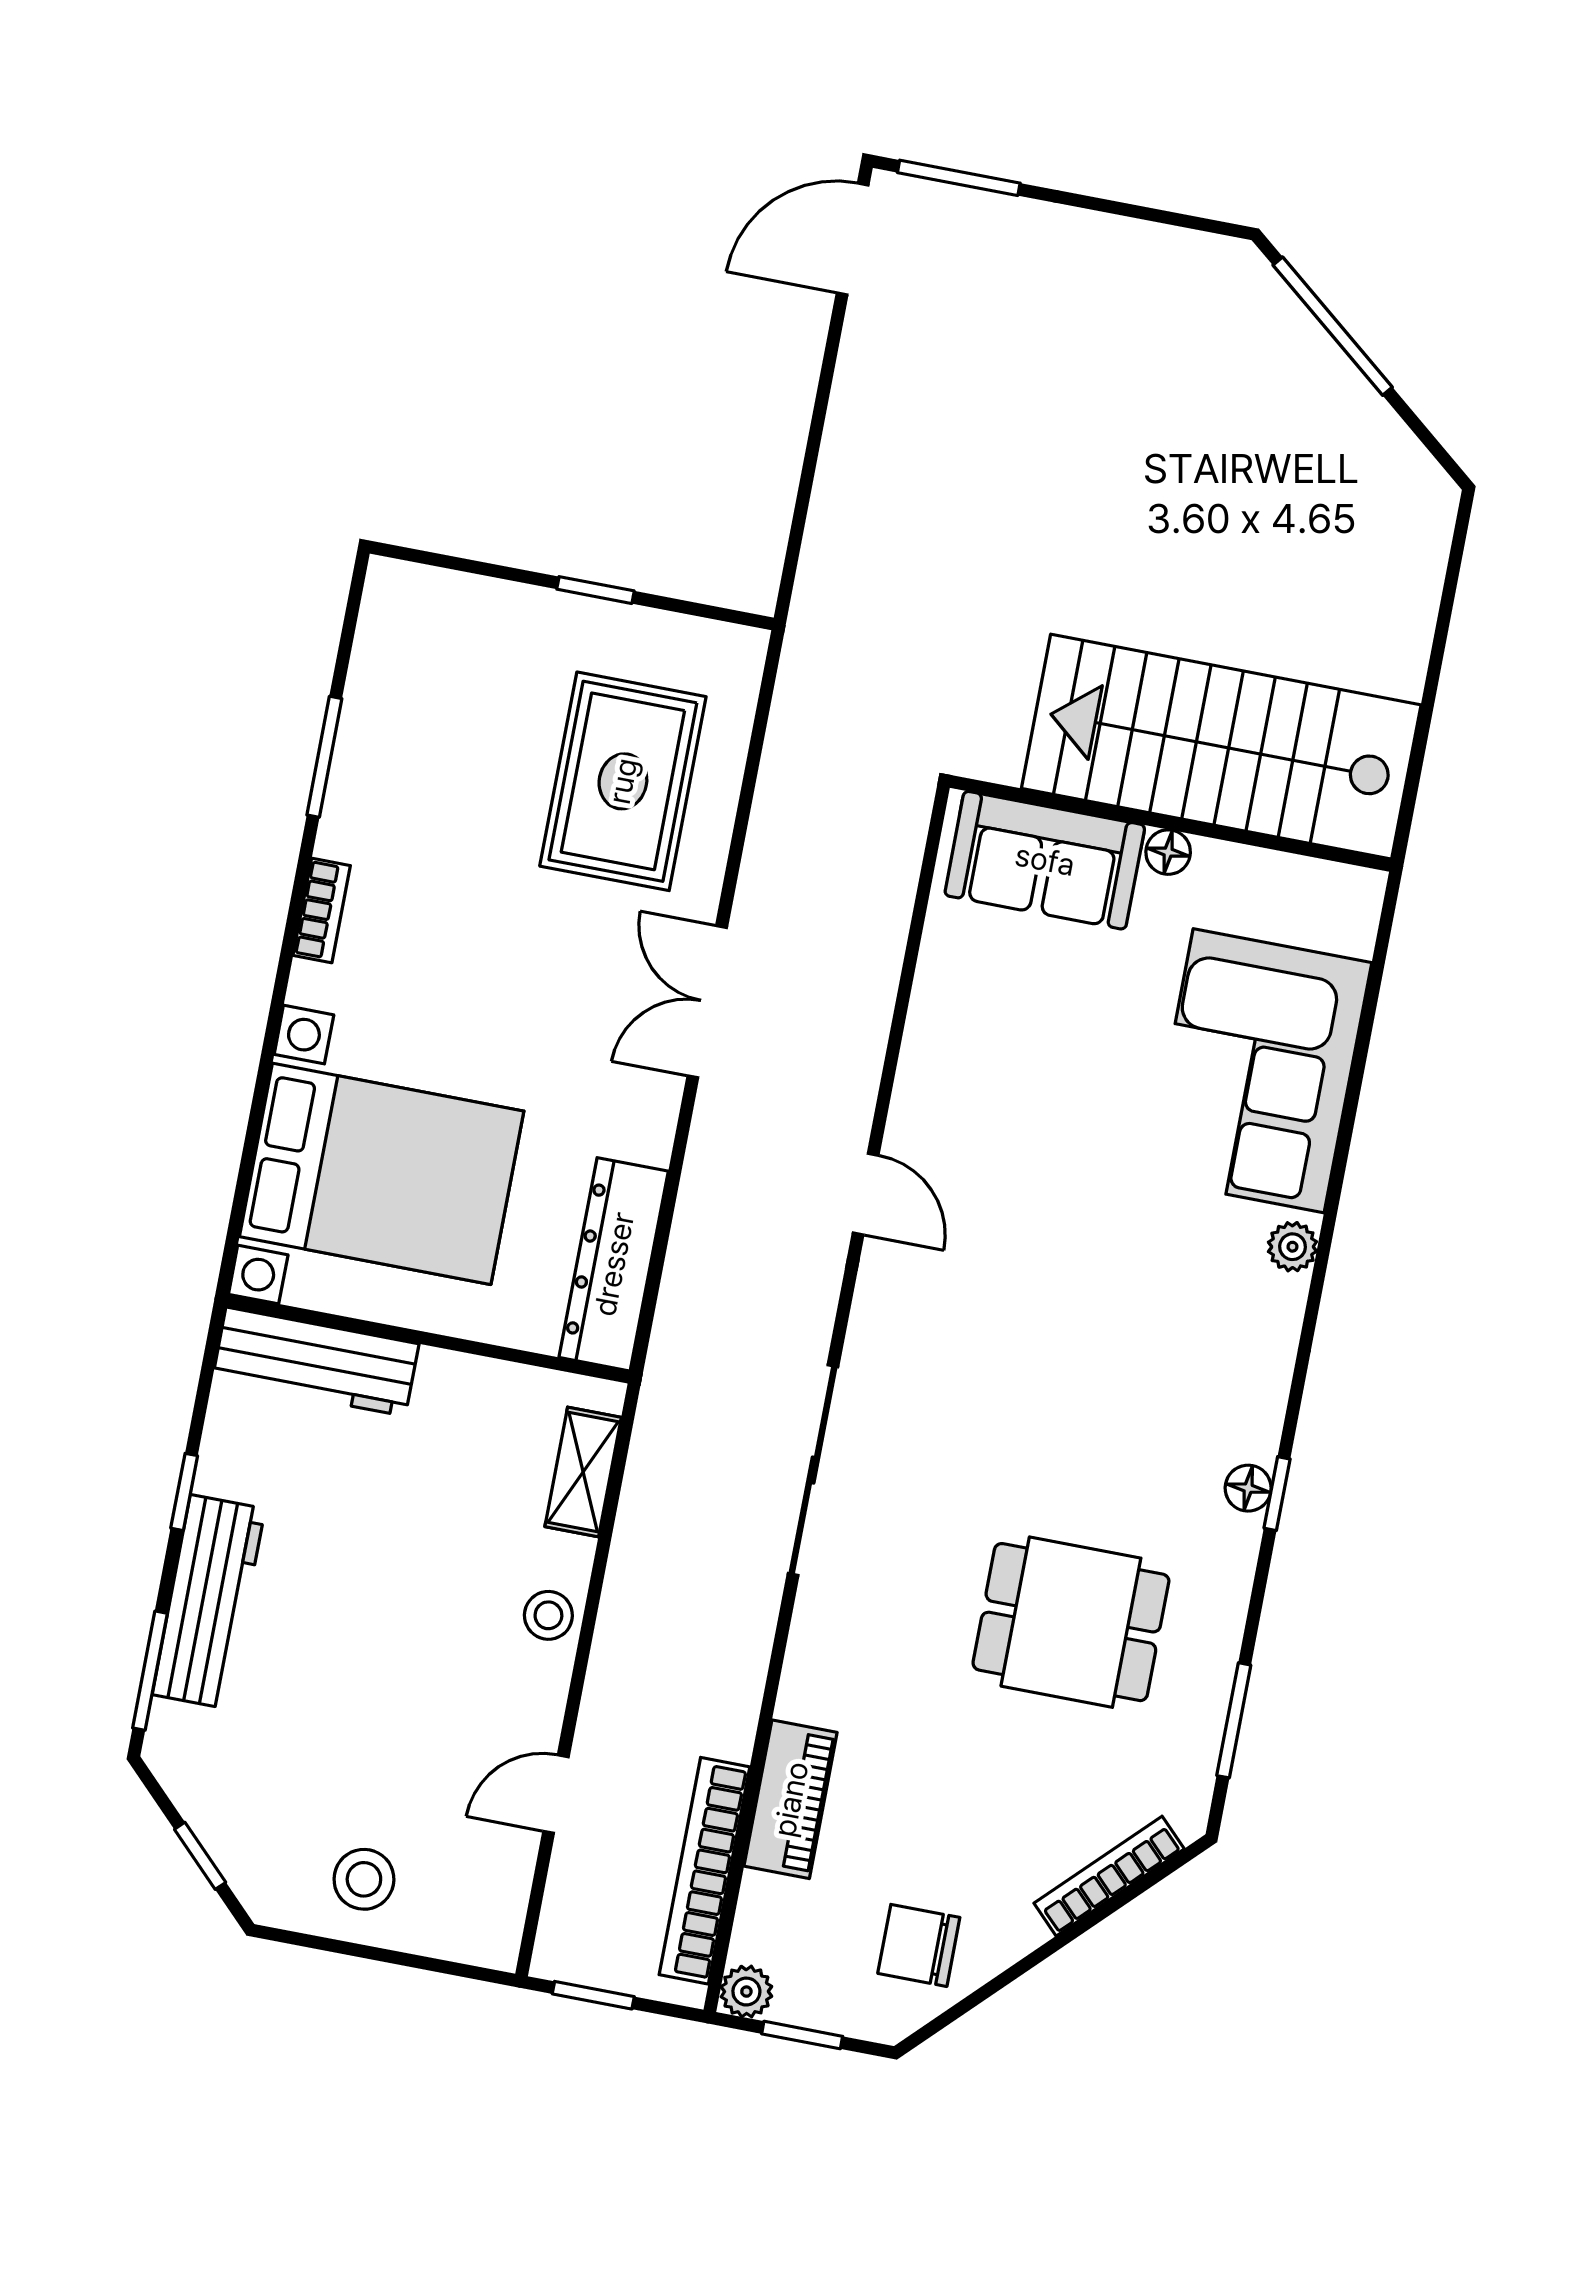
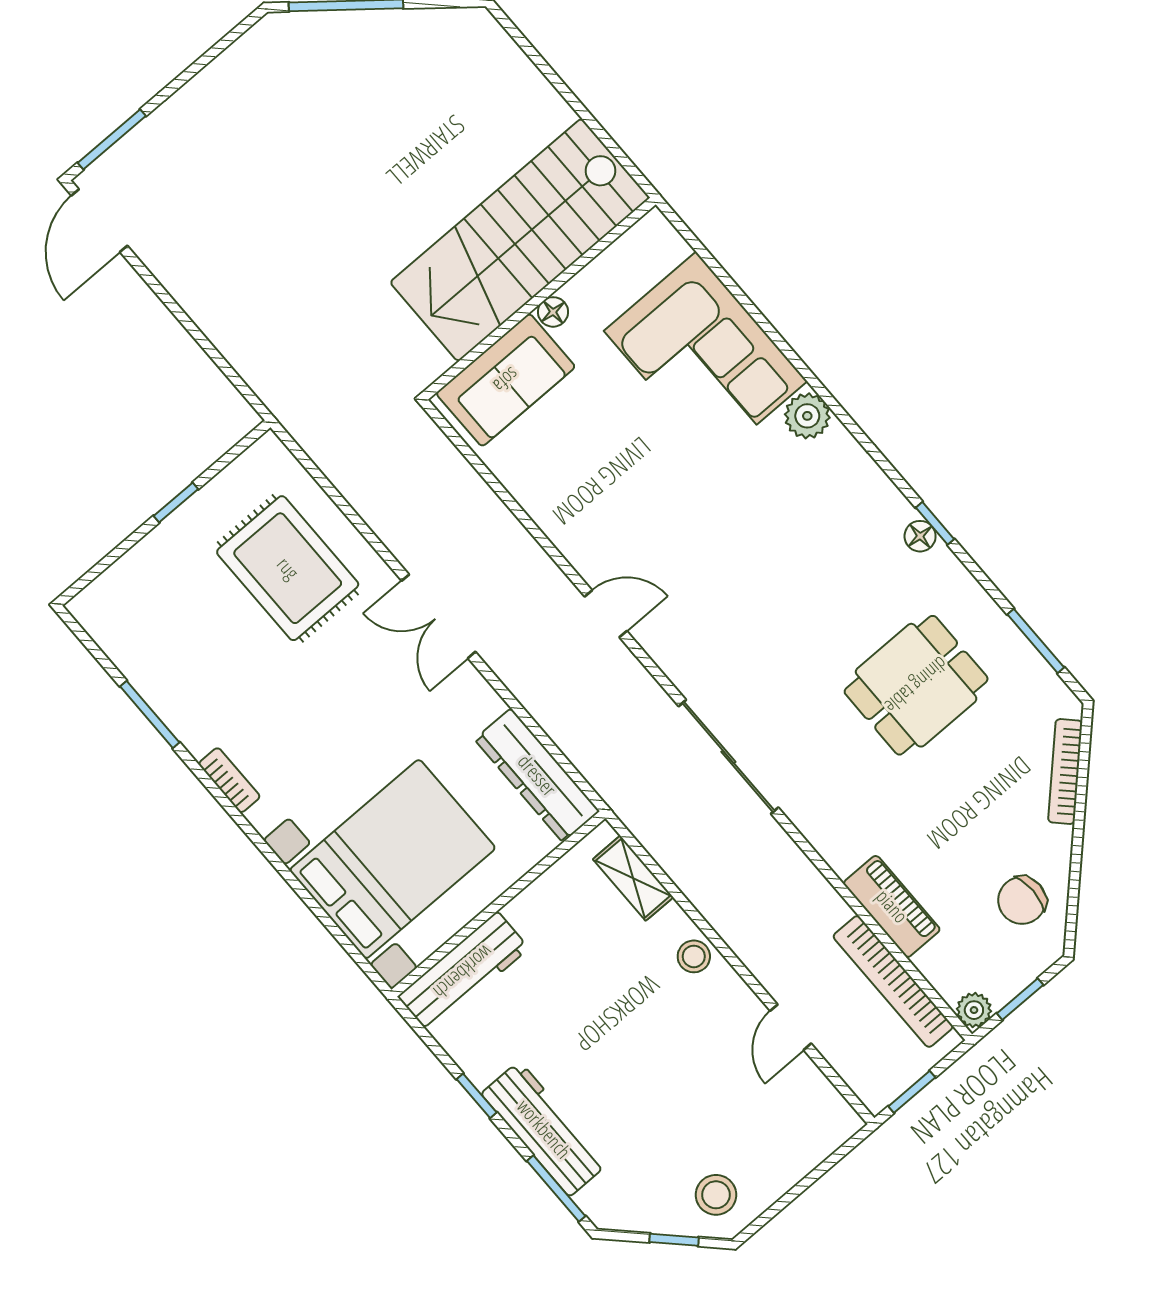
plant: (1293, 1247) -> (807, 416), width x1.38, depth x1.38
stool: (364, 1879) -> (716, 1195), moved

